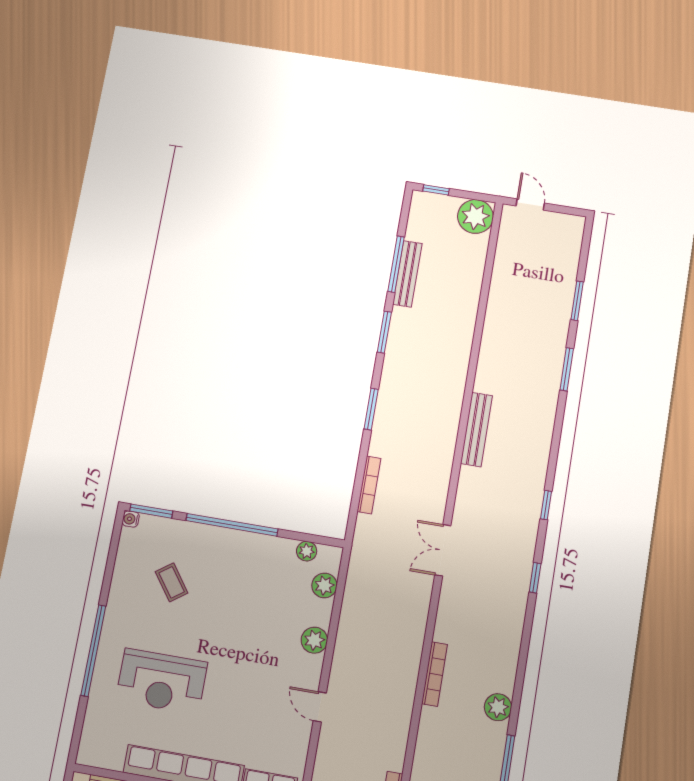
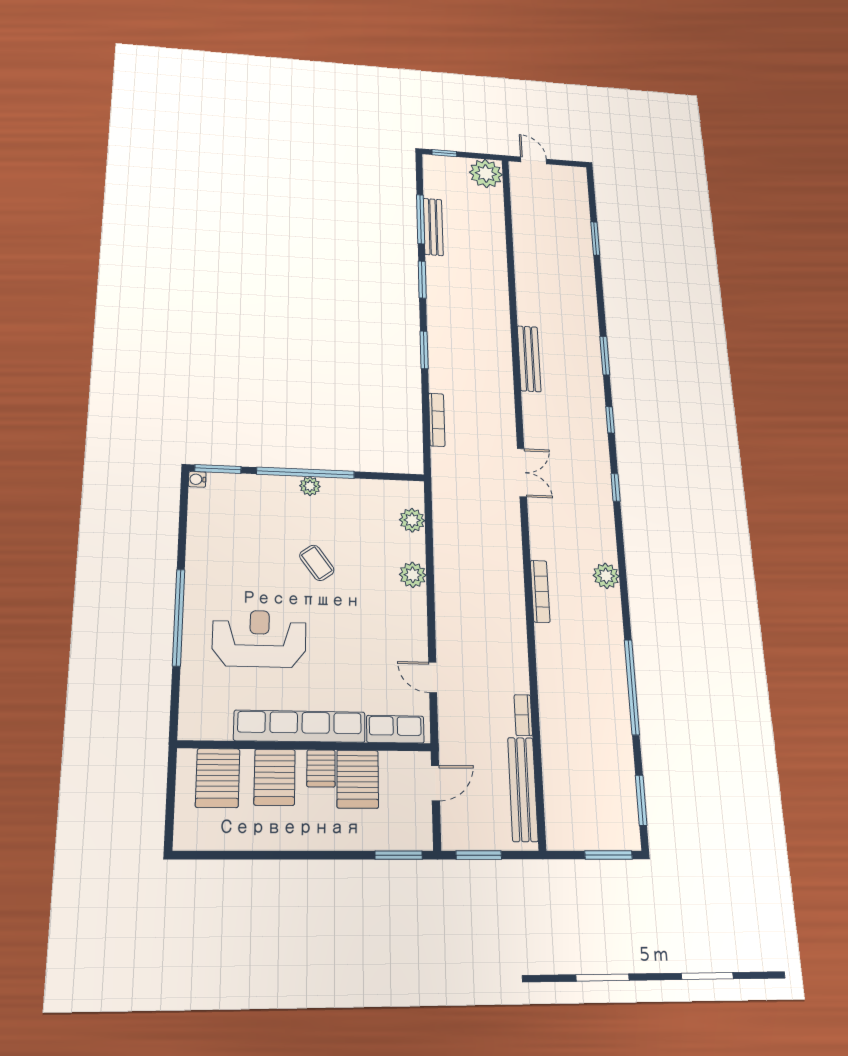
window: (567, 369) -> (605, 356), moved
double door: (443, 550) -> (522, 473), swing flipped
plant: (307, 551) -> (310, 486), moved
coffee table: (172, 582) -> (317, 563), moved
reception desk: (162, 681) -> (259, 639), turned 180
door: (320, 707) -> (433, 677), moved
plant: (498, 707) -> (606, 576), moved

